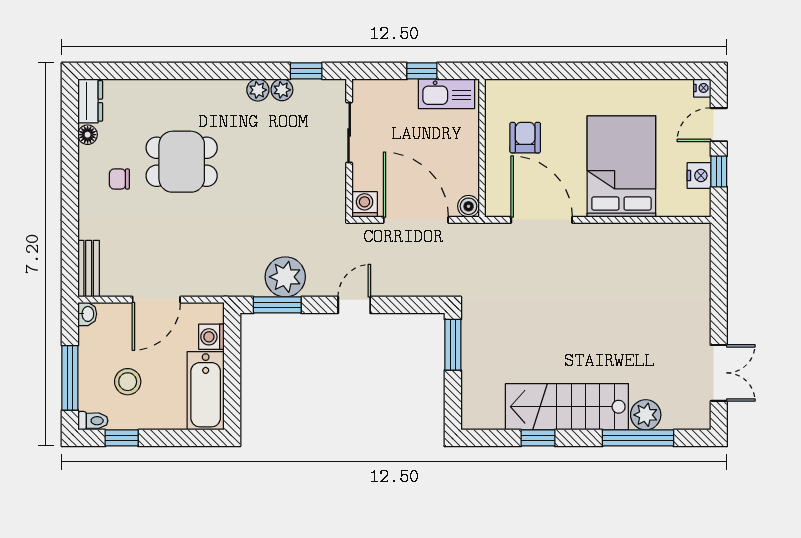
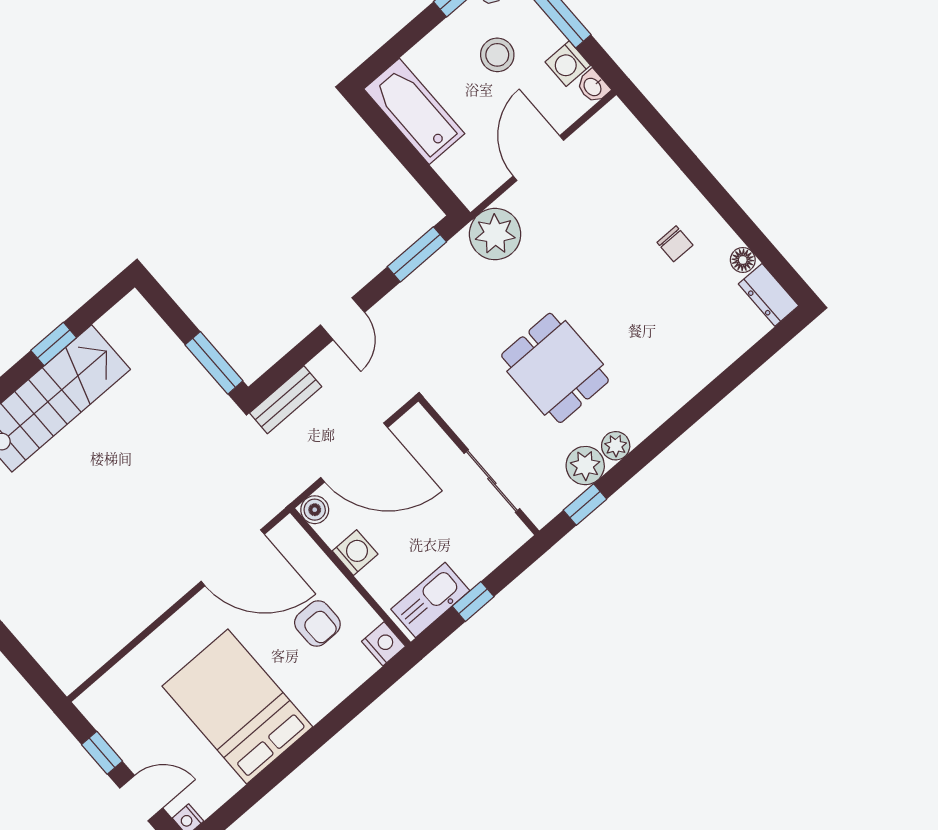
plant: (282, 90) -> (585, 466), width x1.38, depth x1.38
door: (719, 125) -> (141, 798), hinge flipped
dining table: (182, 162) -> (555, 368), moved, turned 90
bed: (621, 167) -> (237, 706), moved, turned 180
nightstand: (699, 176) -> (384, 644), moved, turned 180
chair: (119, 179) -> (675, 244), turned 90
washing machine: (365, 204) -> (355, 553), moved, turned -90
bench: (89, 269) -> (286, 400), moved, turned 90
plant: (285, 277) -> (495, 234), moved
washing machine: (211, 337) -> (568, 64), moved, turned 180

